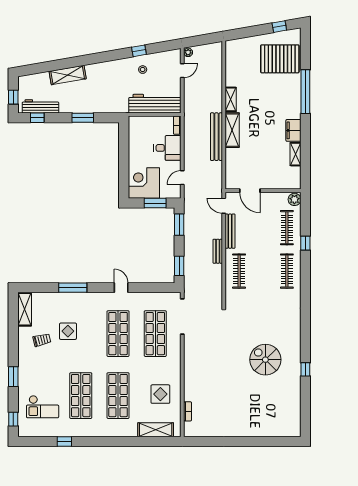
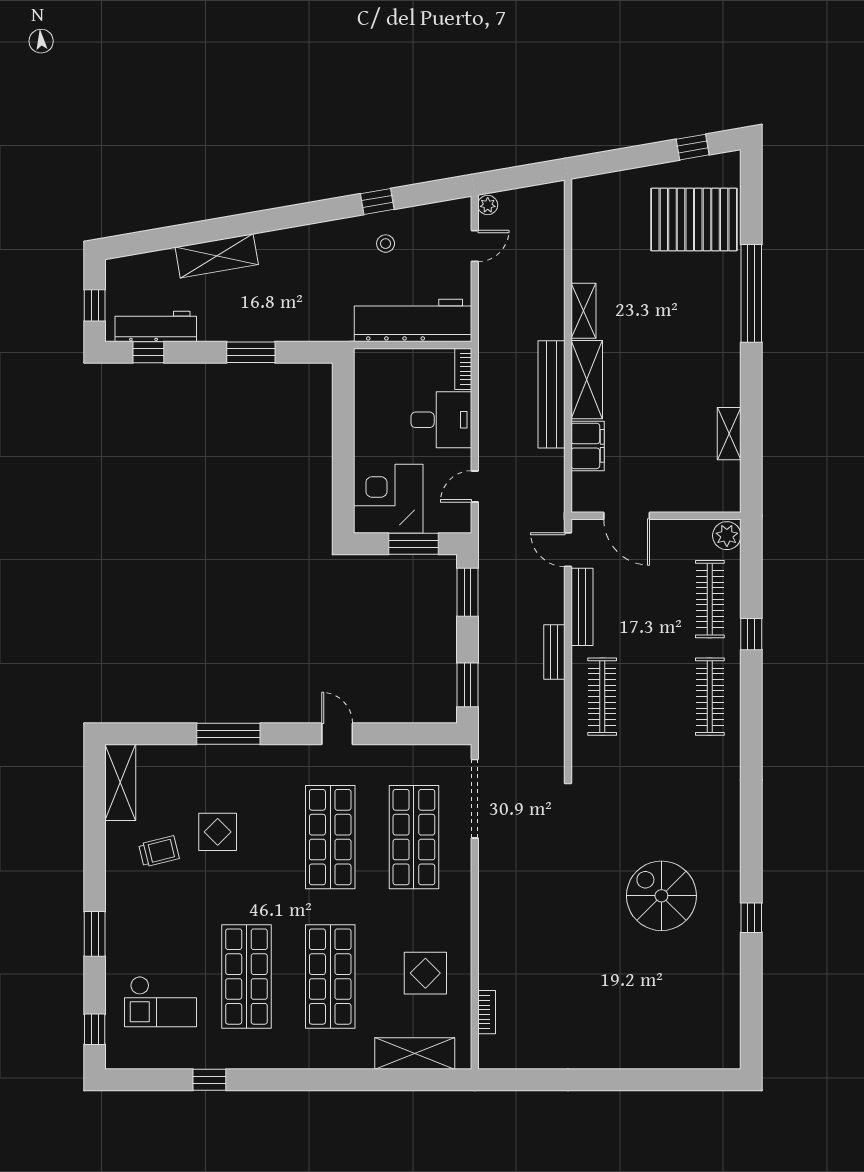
filing cabinet: (293, 130) -> (588, 446), moved, turned 180

